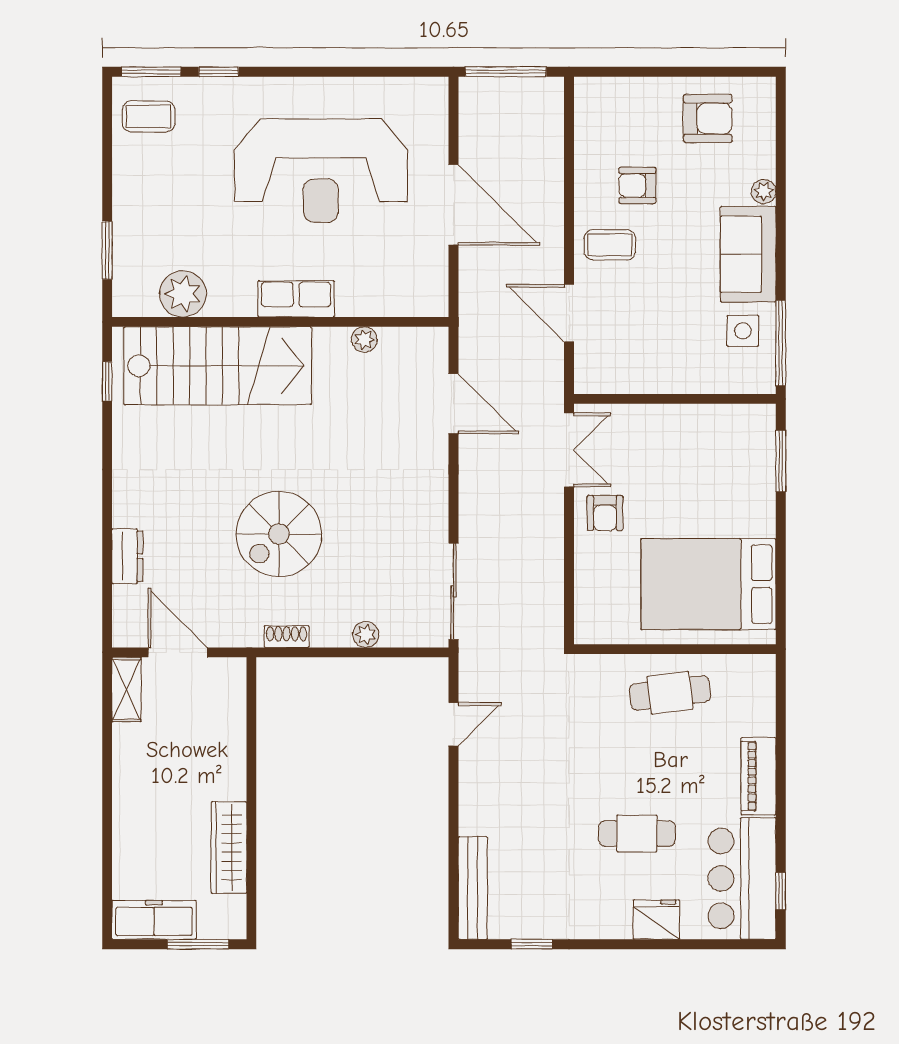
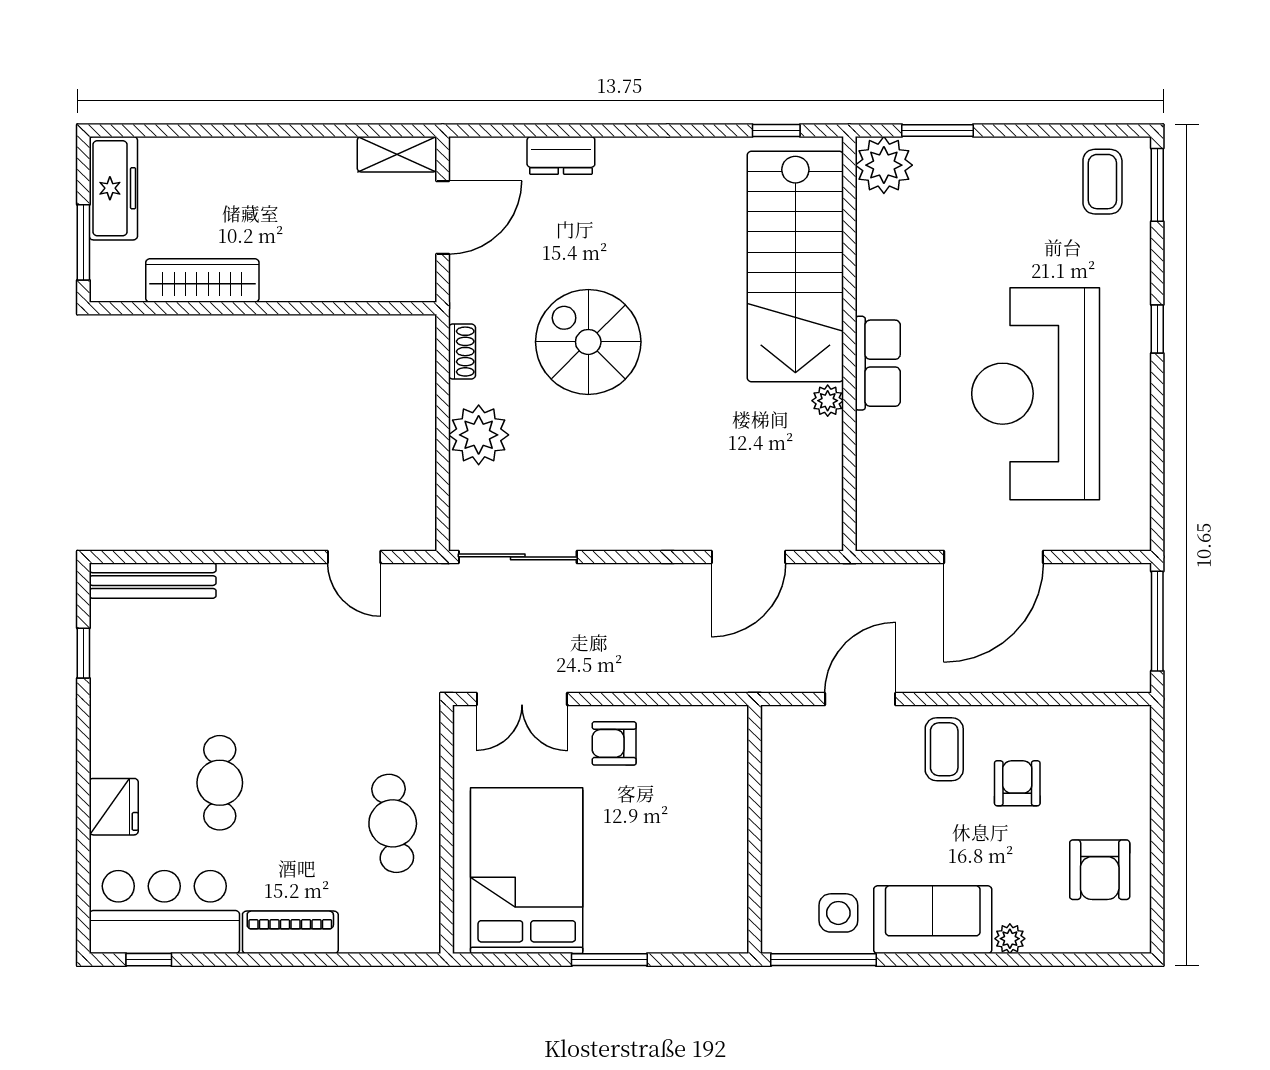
window: (219, 72) -> (1157, 329), moved
plant: (183, 294) -> (884, 165), moved
plant: (364, 340) -> (828, 401), moved
double door: (569, 450) -> (522, 699), moved
window: (781, 461) -> (609, 960), moved
plant: (366, 634) -> (479, 435), width x1.87, depth x1.87

